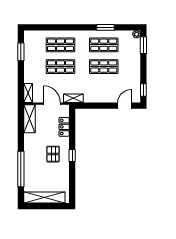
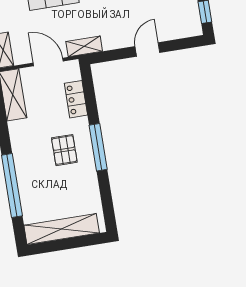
door: (124, 106) -> (147, 49), moved
window: (72, 156) -> (98, 147), width x2.17

